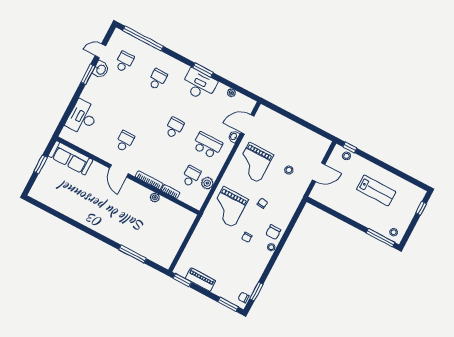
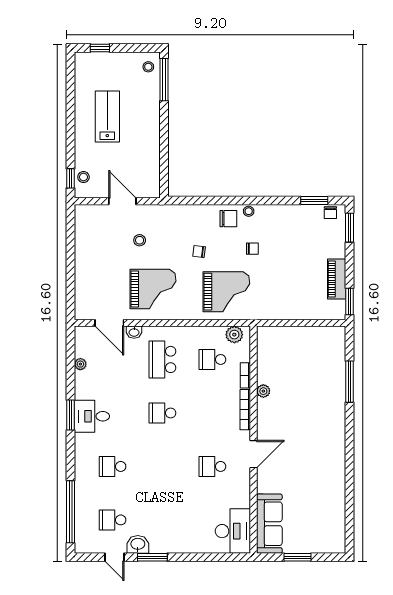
desk: (199, 85) -> (92, 416), width x0.73
desk: (82, 117) -> (233, 531), moved, turned -90
plant: (207, 183) -> (234, 335), moved

